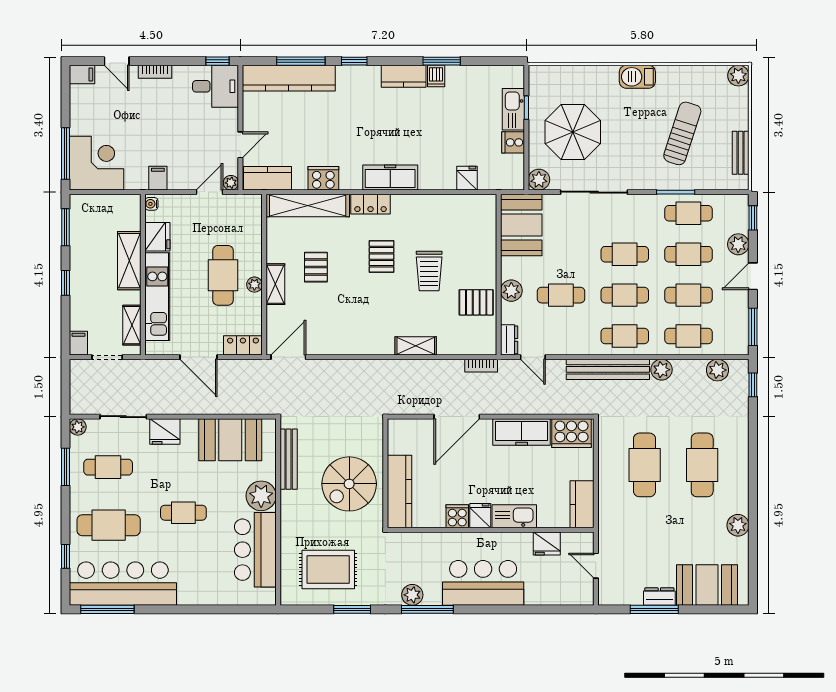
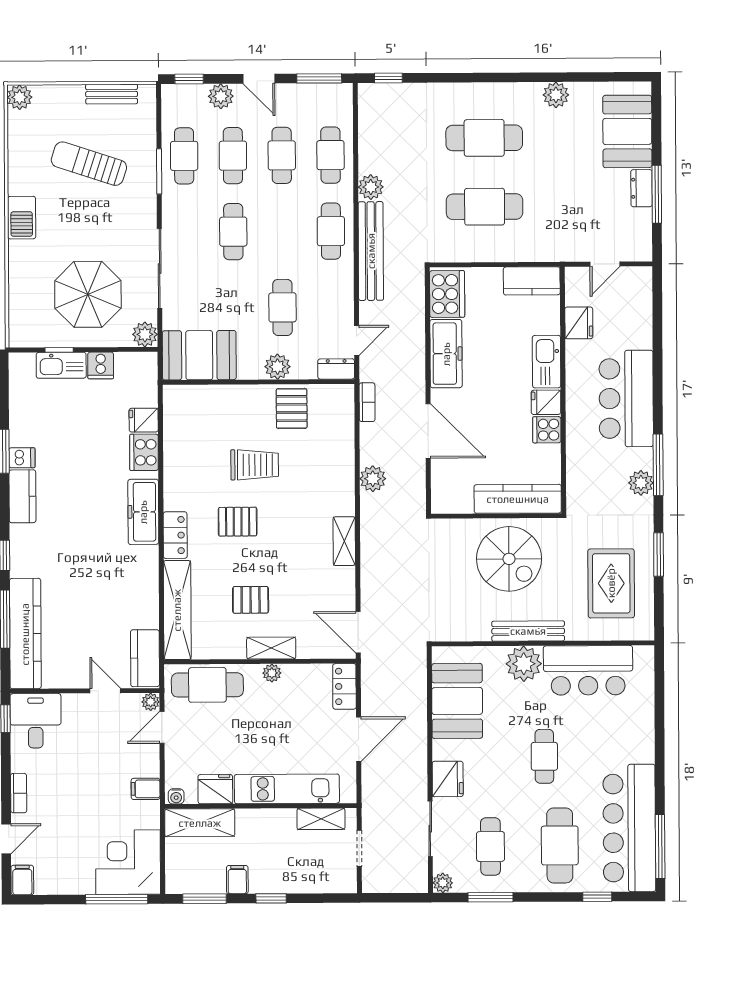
cooker: (323, 178) -> (144, 452), moved
door: (209, 192) -> (162, 727), hinge flipped
shelving: (129, 261) -> (200, 823), moved
cafe table: (223, 275) -> (207, 685), moved
cafe table: (625, 295) -> (282, 231), removed
filing cabinet: (78, 343) -> (237, 880), moved, turned 90
shelving: (416, 346) -> (344, 541), moved
plant: (717, 370) -> (373, 479), moved
bench: (289, 459) -> (528, 631), moved

